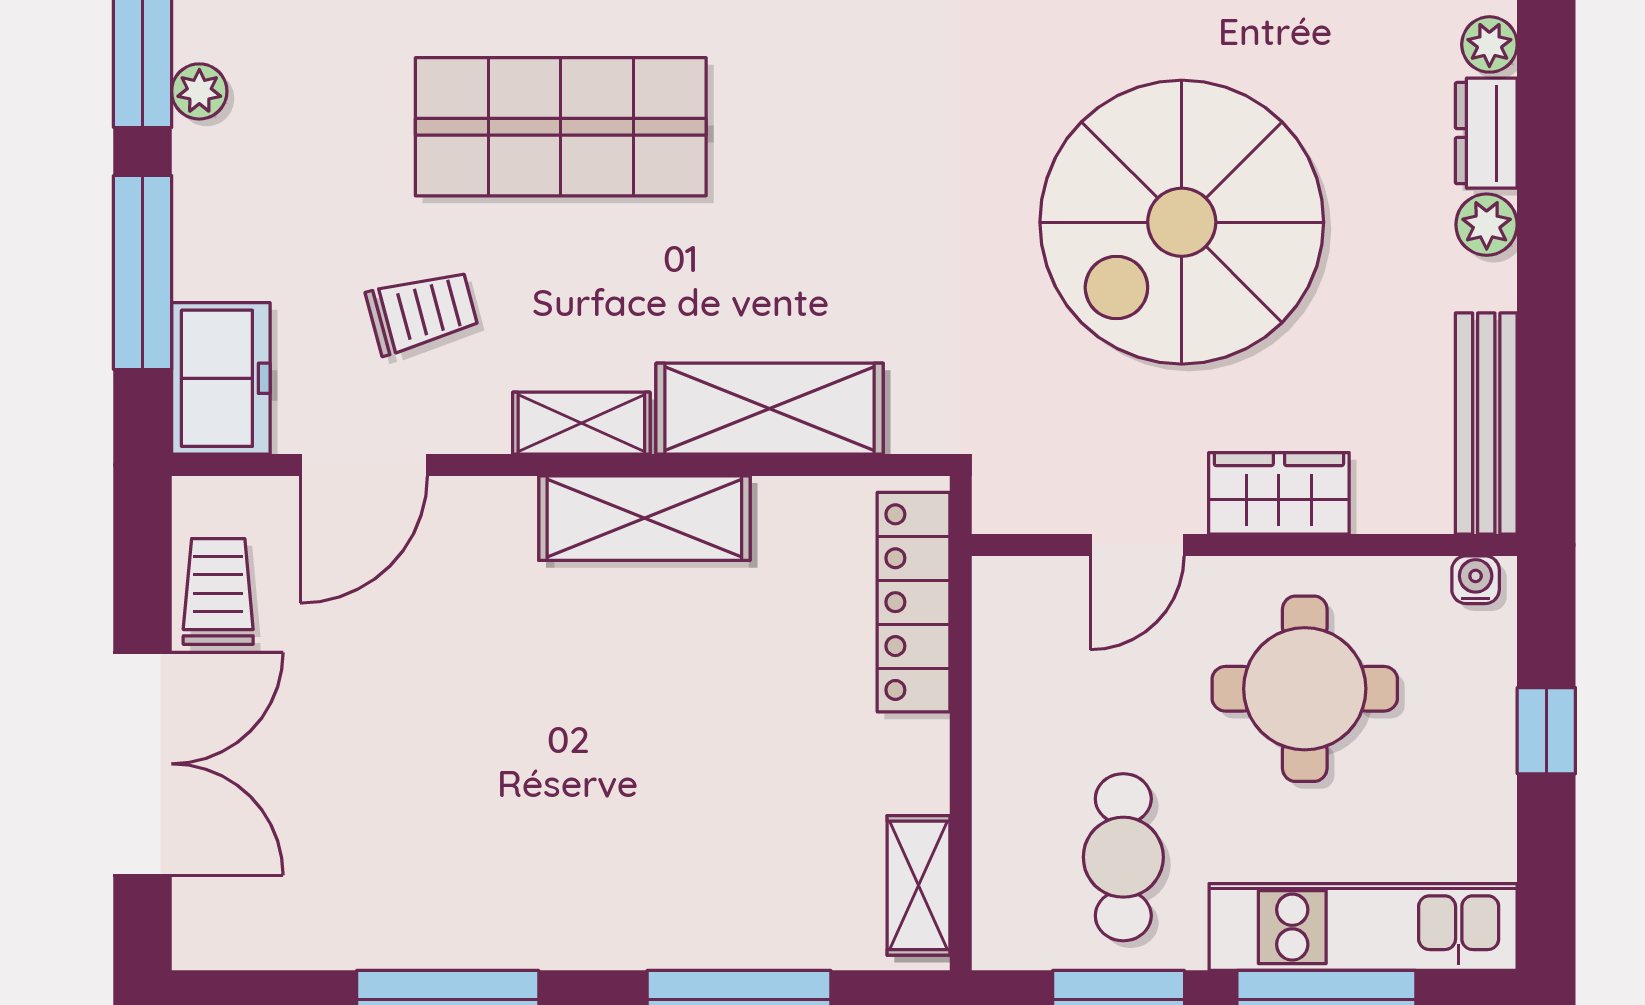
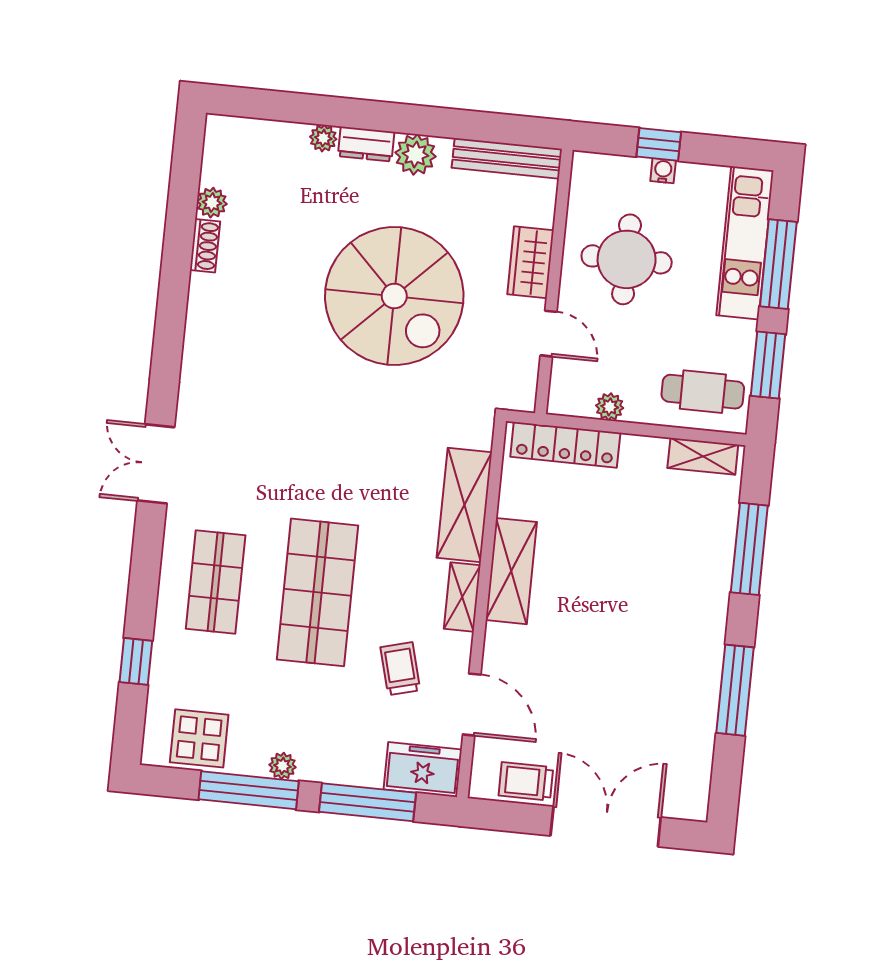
plant: (1487, 225) -> (415, 155), width x1.38, depth x1.38
water cooler: (1476, 580) -> (663, 171), moved, turned 90
plant: (1000, 685) -> (610, 407), added
cafe table: (1123, 857) -> (703, 392), moved

